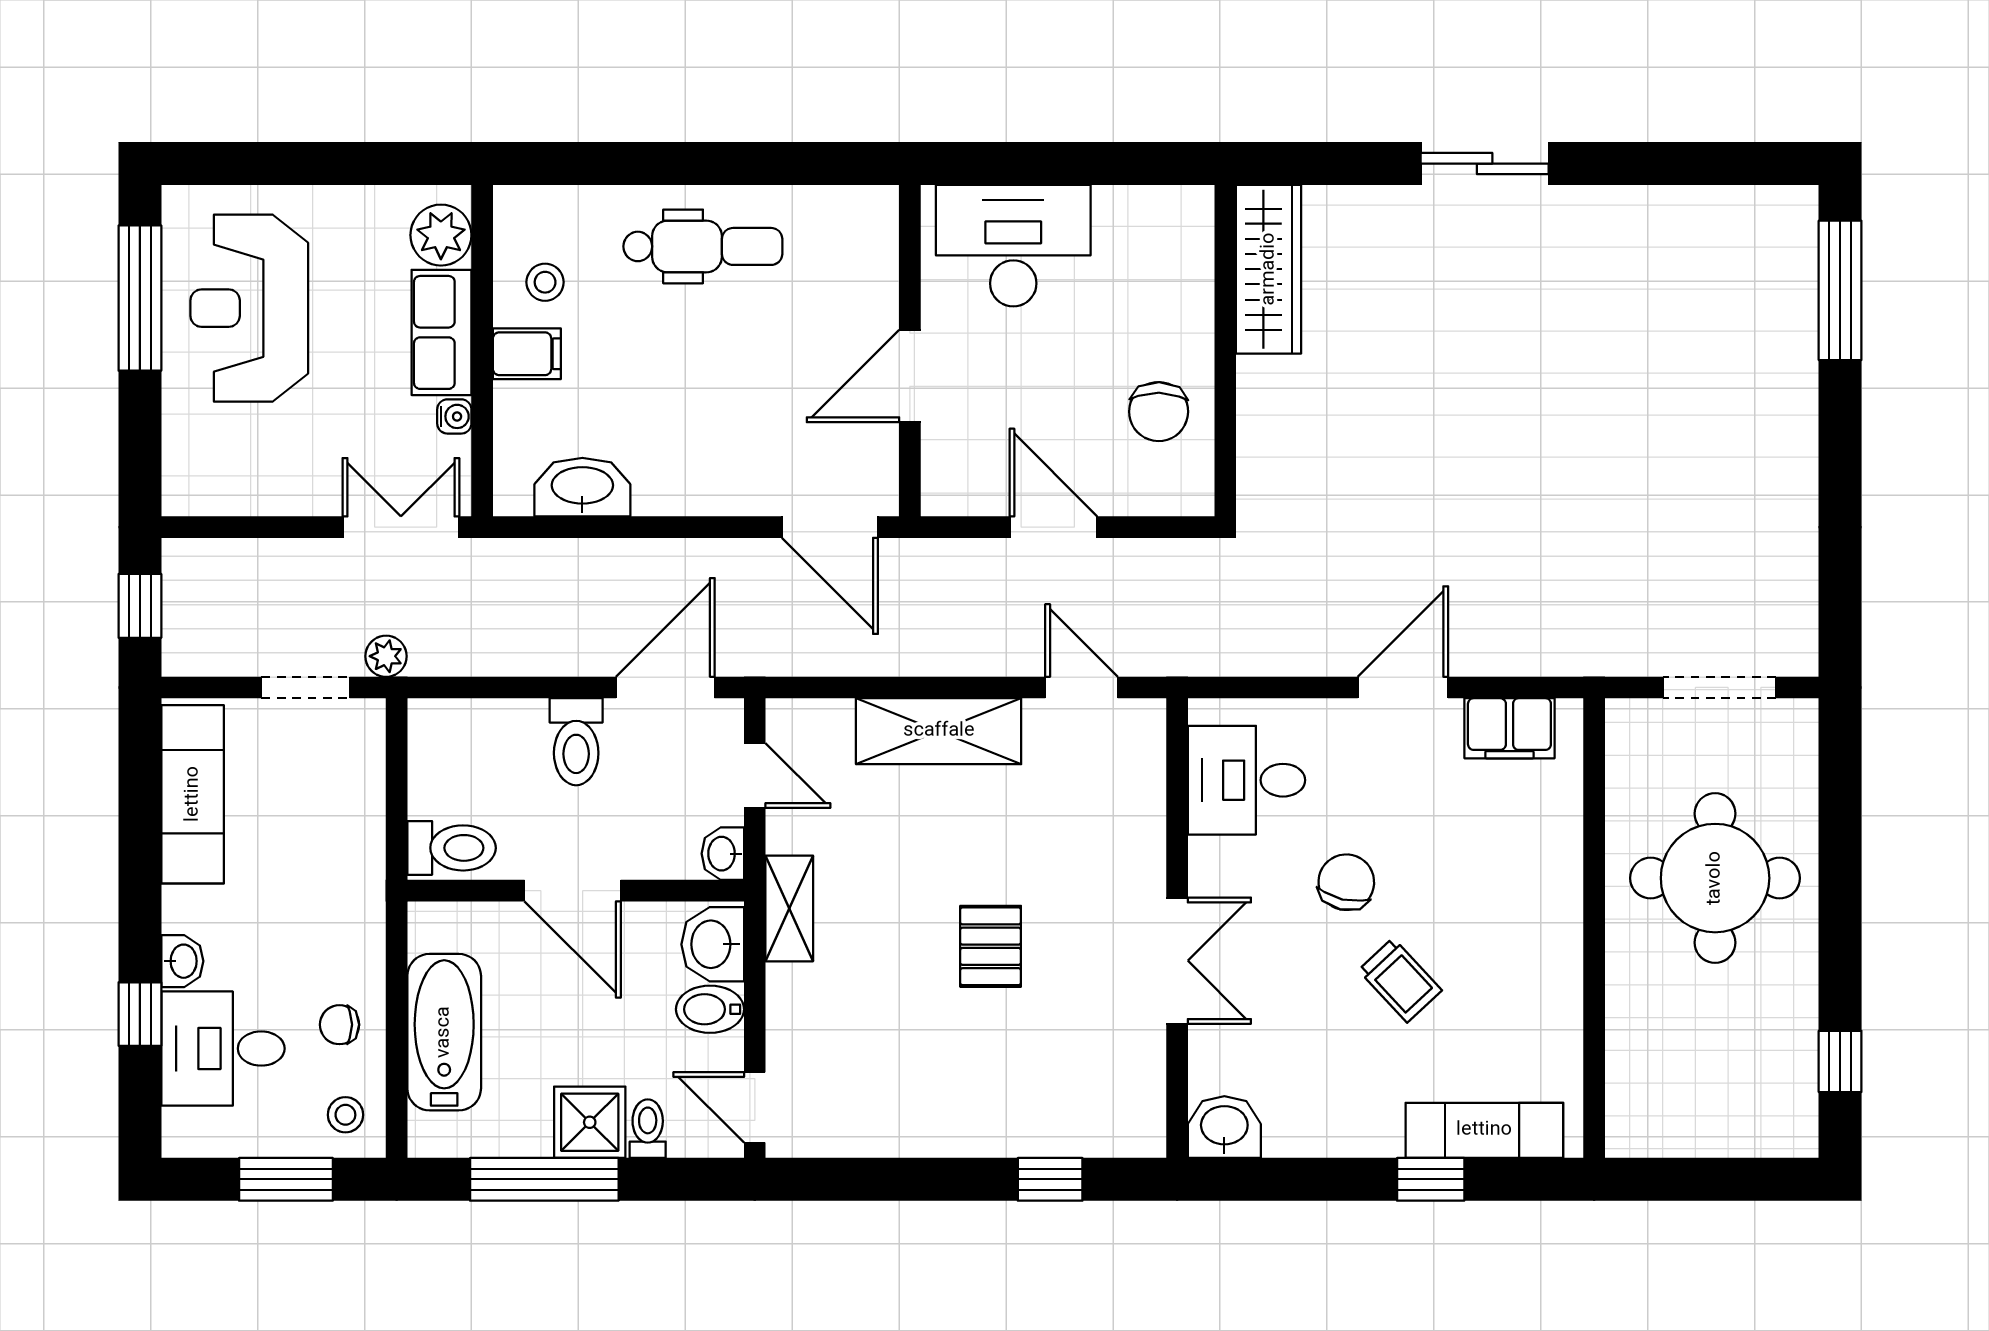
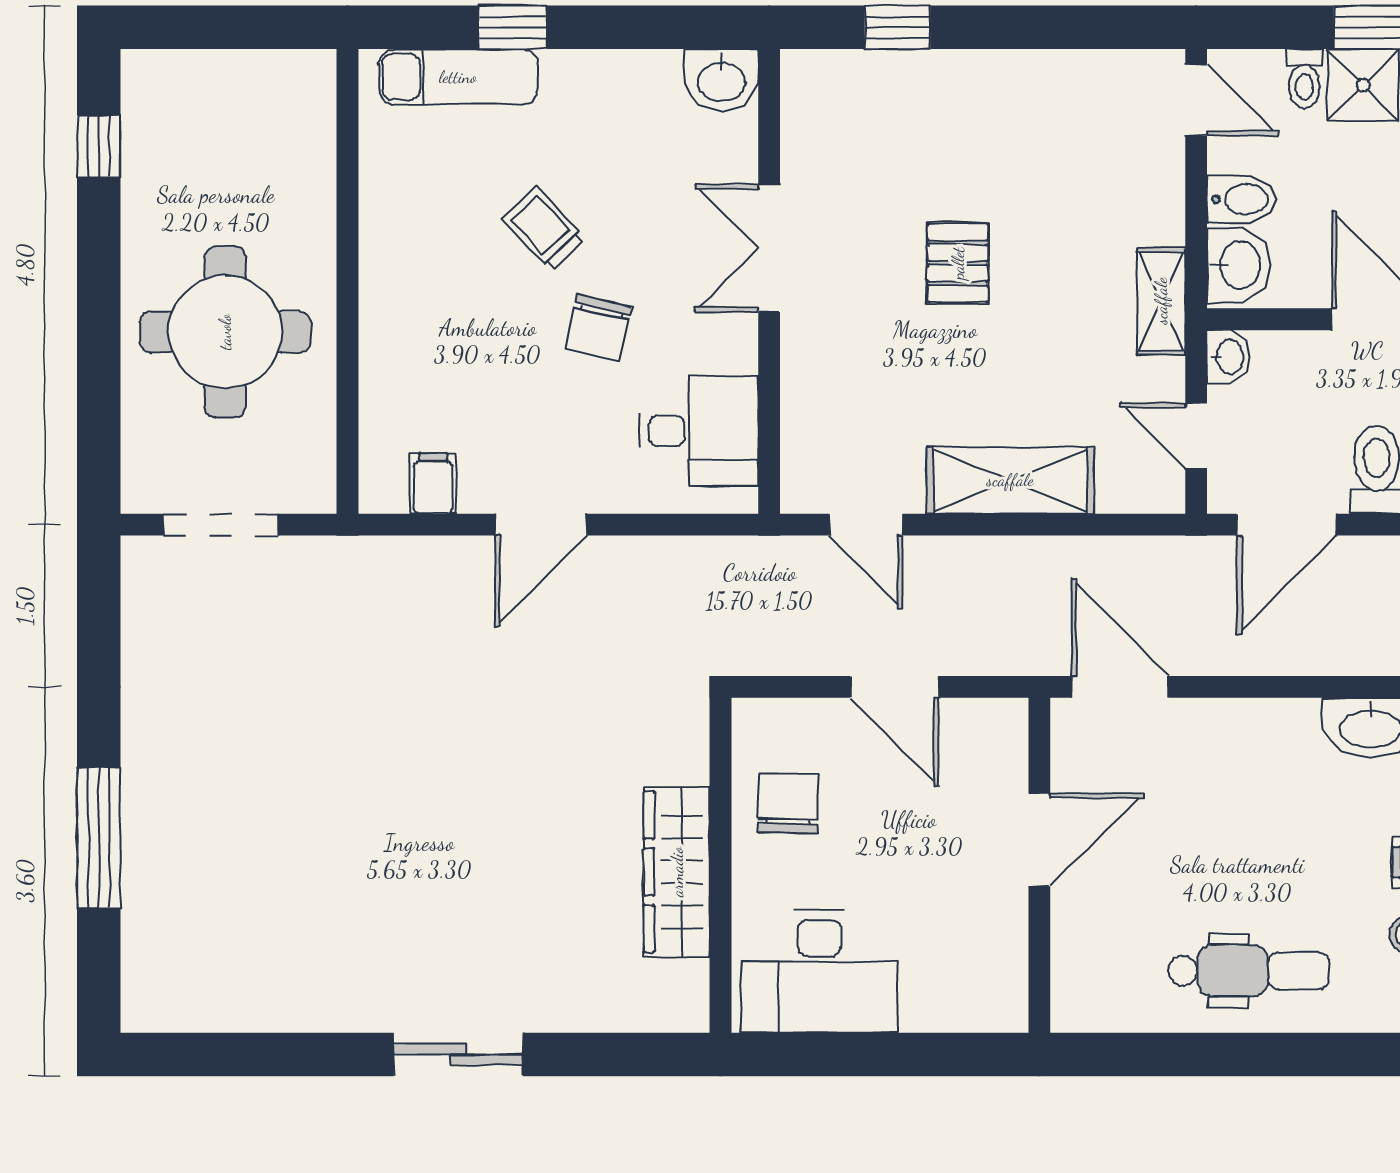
dental chair: (703, 246) -> (1249, 971), turned 180
desk: (1013, 246) -> (819, 971), moved
wardrobe: (1269, 269) -> (677, 872), moved
window: (1840, 290) -> (99, 838), moved
filing cabinet: (1509, 728) -> (433, 483), width x0.50

